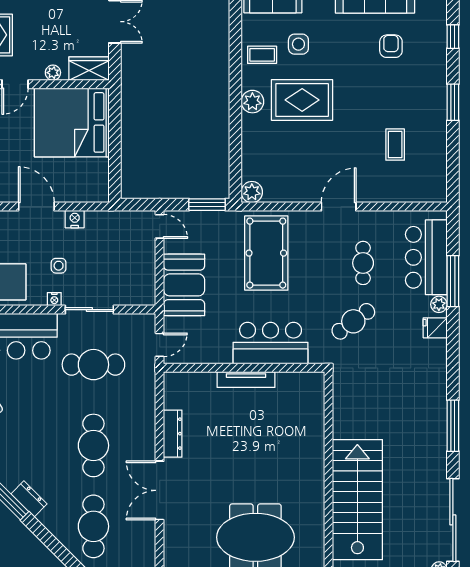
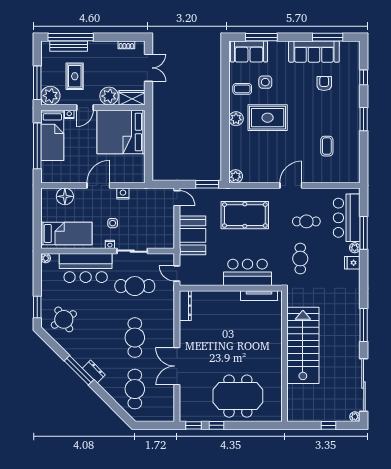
plant: (53, 73) -> (109, 96), width x1.87, depth x1.87
door: (36, 207) -> (98, 185), hinge flipped
pool table: (266, 253) -> (245, 215), turned 90
cafe table: (363, 263) -> (306, 221), turned 90
cafe table: (353, 321) -> (300, 259), turned -54
door: (160, 345) -> (177, 274), swing flipped
tv unit: (246, 380) -> (259, 296), moved
dresser: (173, 434) -> (185, 306), moved
stairs: (357, 500) -> (303, 345), moved

